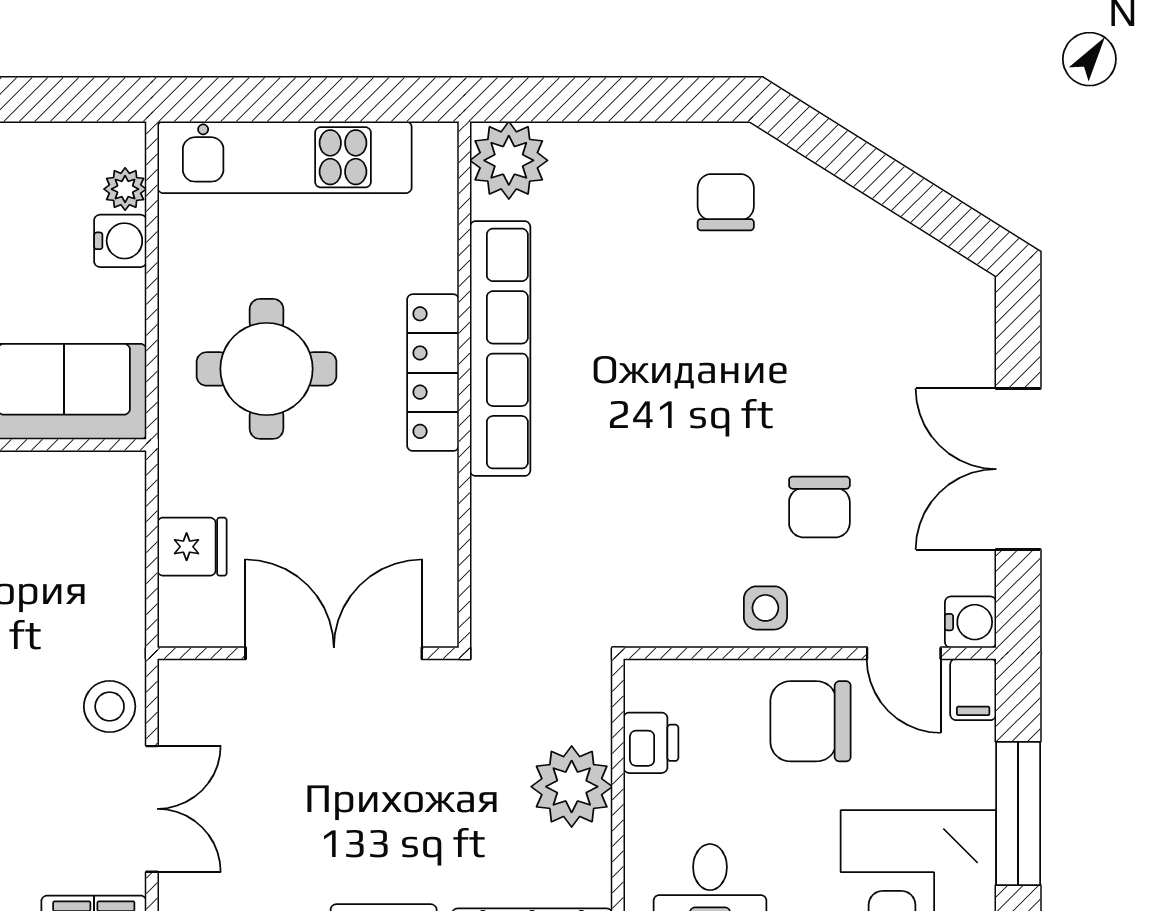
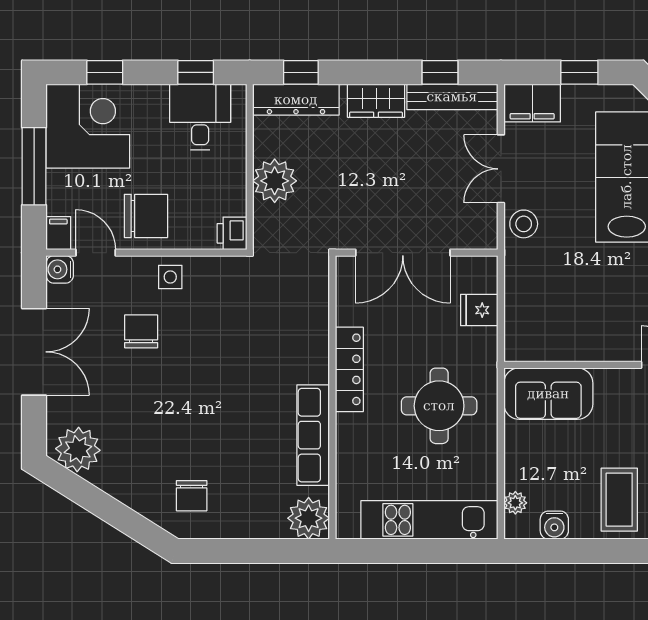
water cooler: (120, 241) -> (554, 525), moved, turned -90
plant: (937, 288) -> (78, 449), added
row of seats: (500, 349) -> (313, 435), width x0.73
locker: (433, 373) -> (349, 369), moved
printer: (651, 743) -> (232, 233), moved

